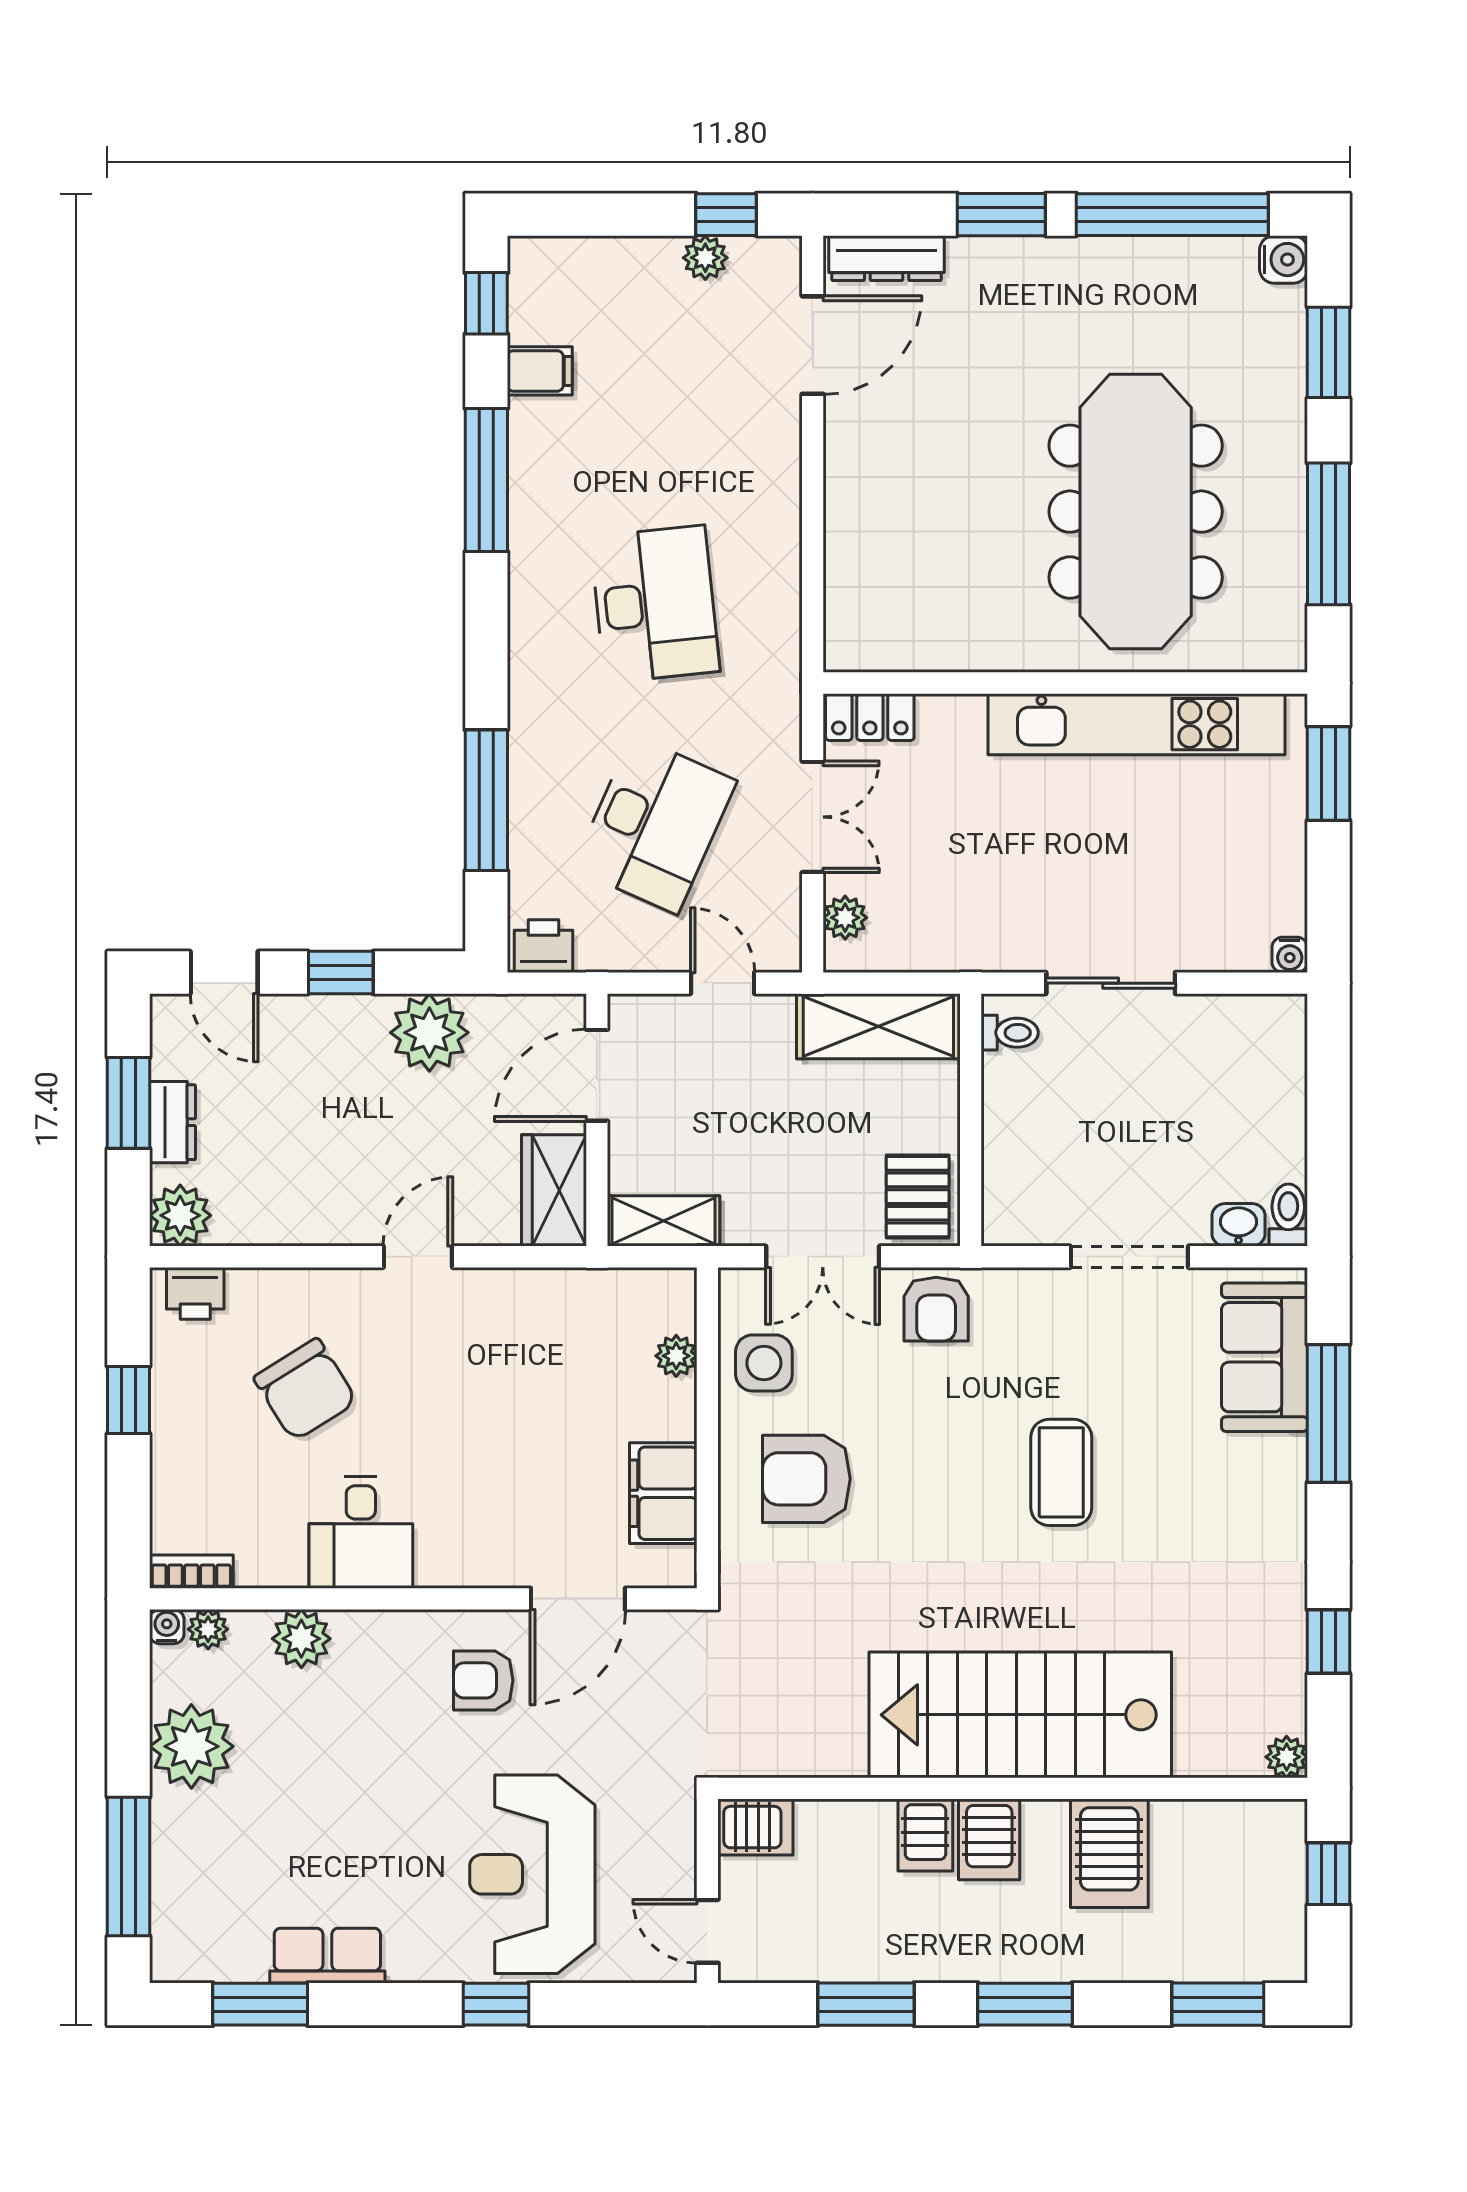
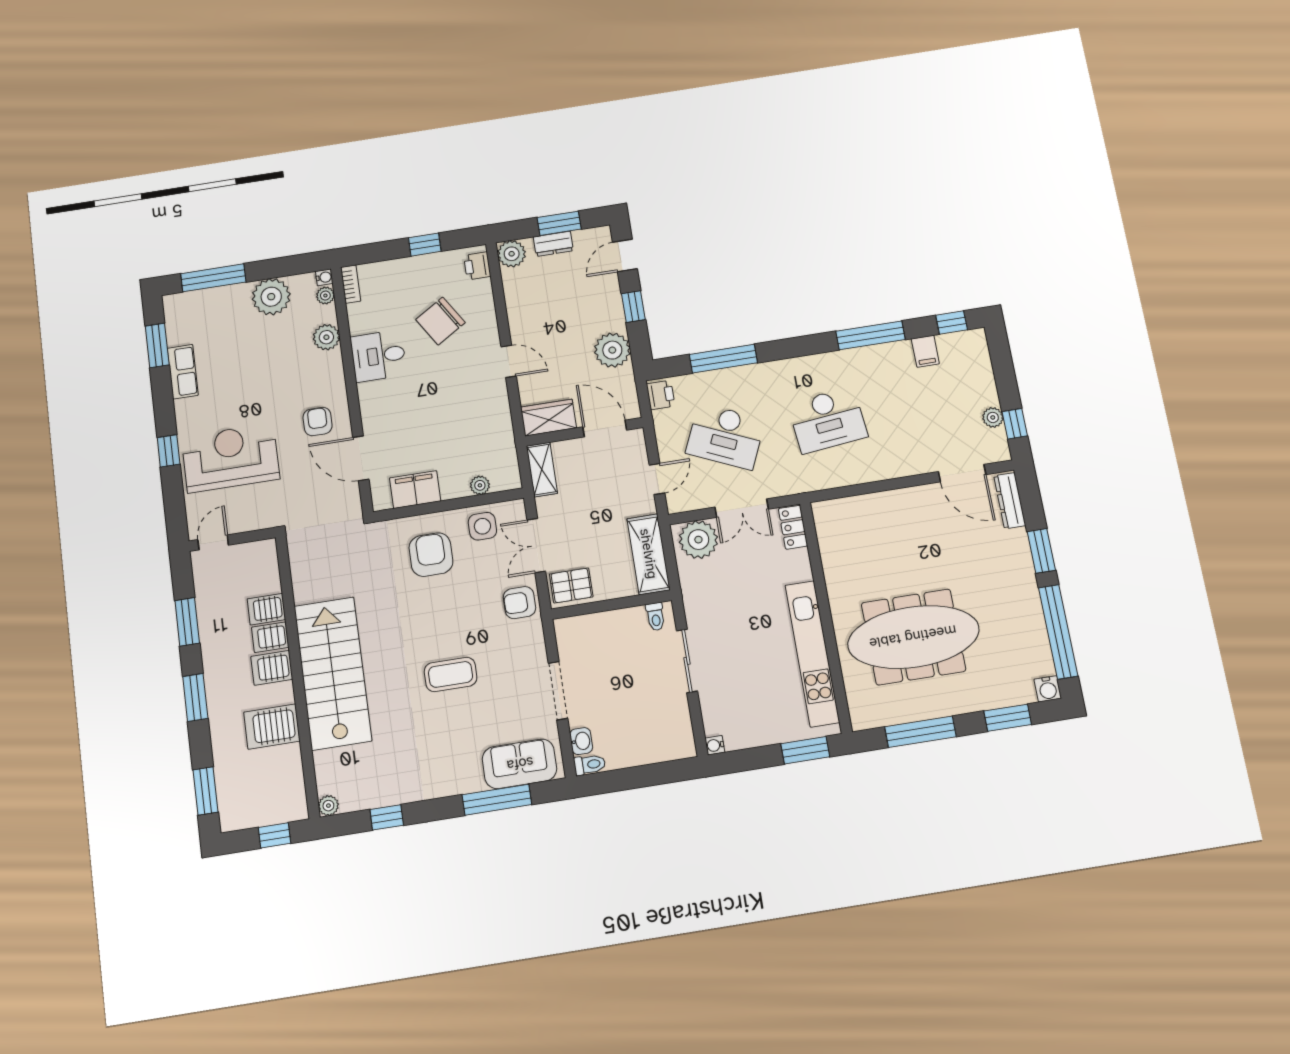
plant: (845, 918) -> (698, 540), width x1.87, depth x1.87
server rack: (755, 1827) -> (266, 609), moved, turned 90

